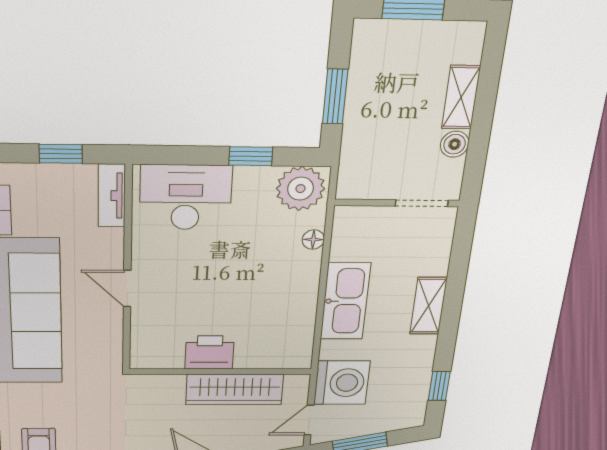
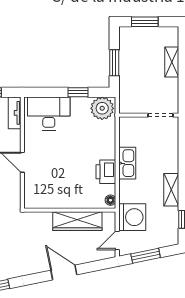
boiler: (455, 144) -> (172, 85), removed
floor lamp: (313, 240) -> (110, 200), moved
kitchen sink: (345, 301) -> (127, 163), width x0.73, depth x0.81
shelving: (428, 306) -> (171, 190), moved
printer: (209, 352) -> (106, 172), moved, turned -90

